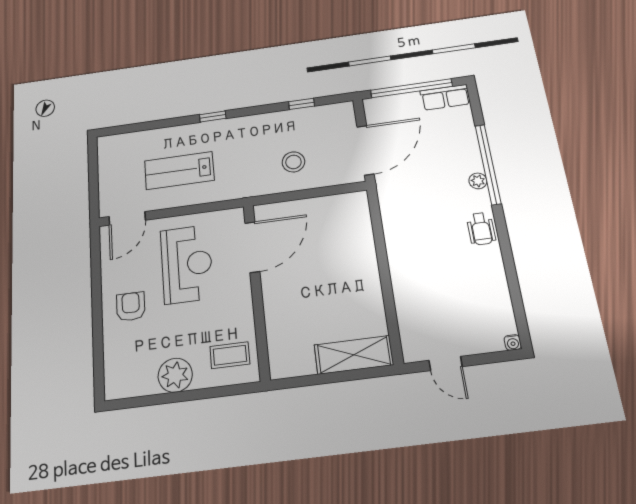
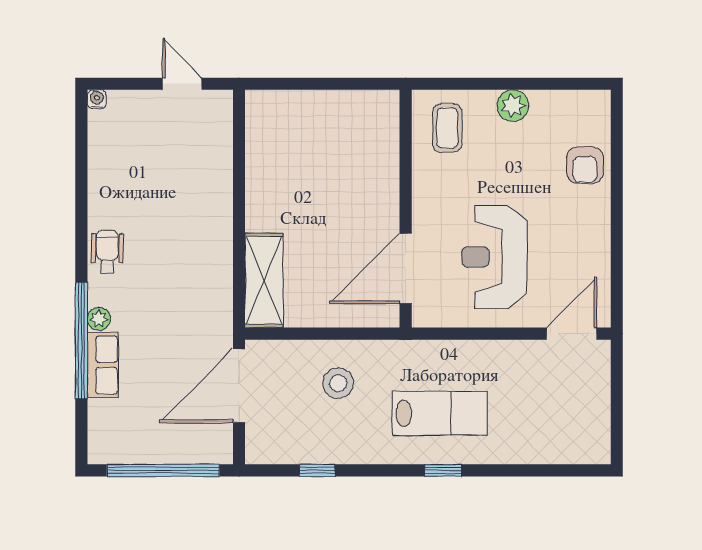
row of seats: (445, 97) -> (103, 365), moved, turned 90
lab bench: (179, 171) -> (440, 413), moved
armchair: (131, 307) -> (585, 165), moved
coffee table: (230, 355) -> (447, 128), turned 90
shelving: (354, 355) -> (264, 280), moved, turned 90
plant: (175, 375) -> (513, 106), width x0.73, depth x0.73

